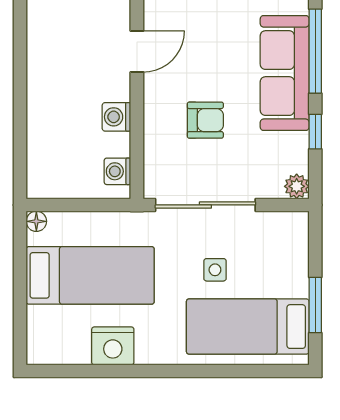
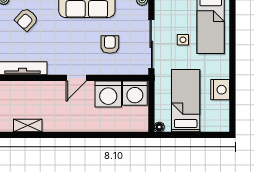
door: (137, 52) -> (76, 78), swing flipped
washing machine: (116, 117) -> (108, 94), width x1.89, depth x1.89
washing machine: (117, 171) -> (135, 93), width x1.89, depth x1.89

